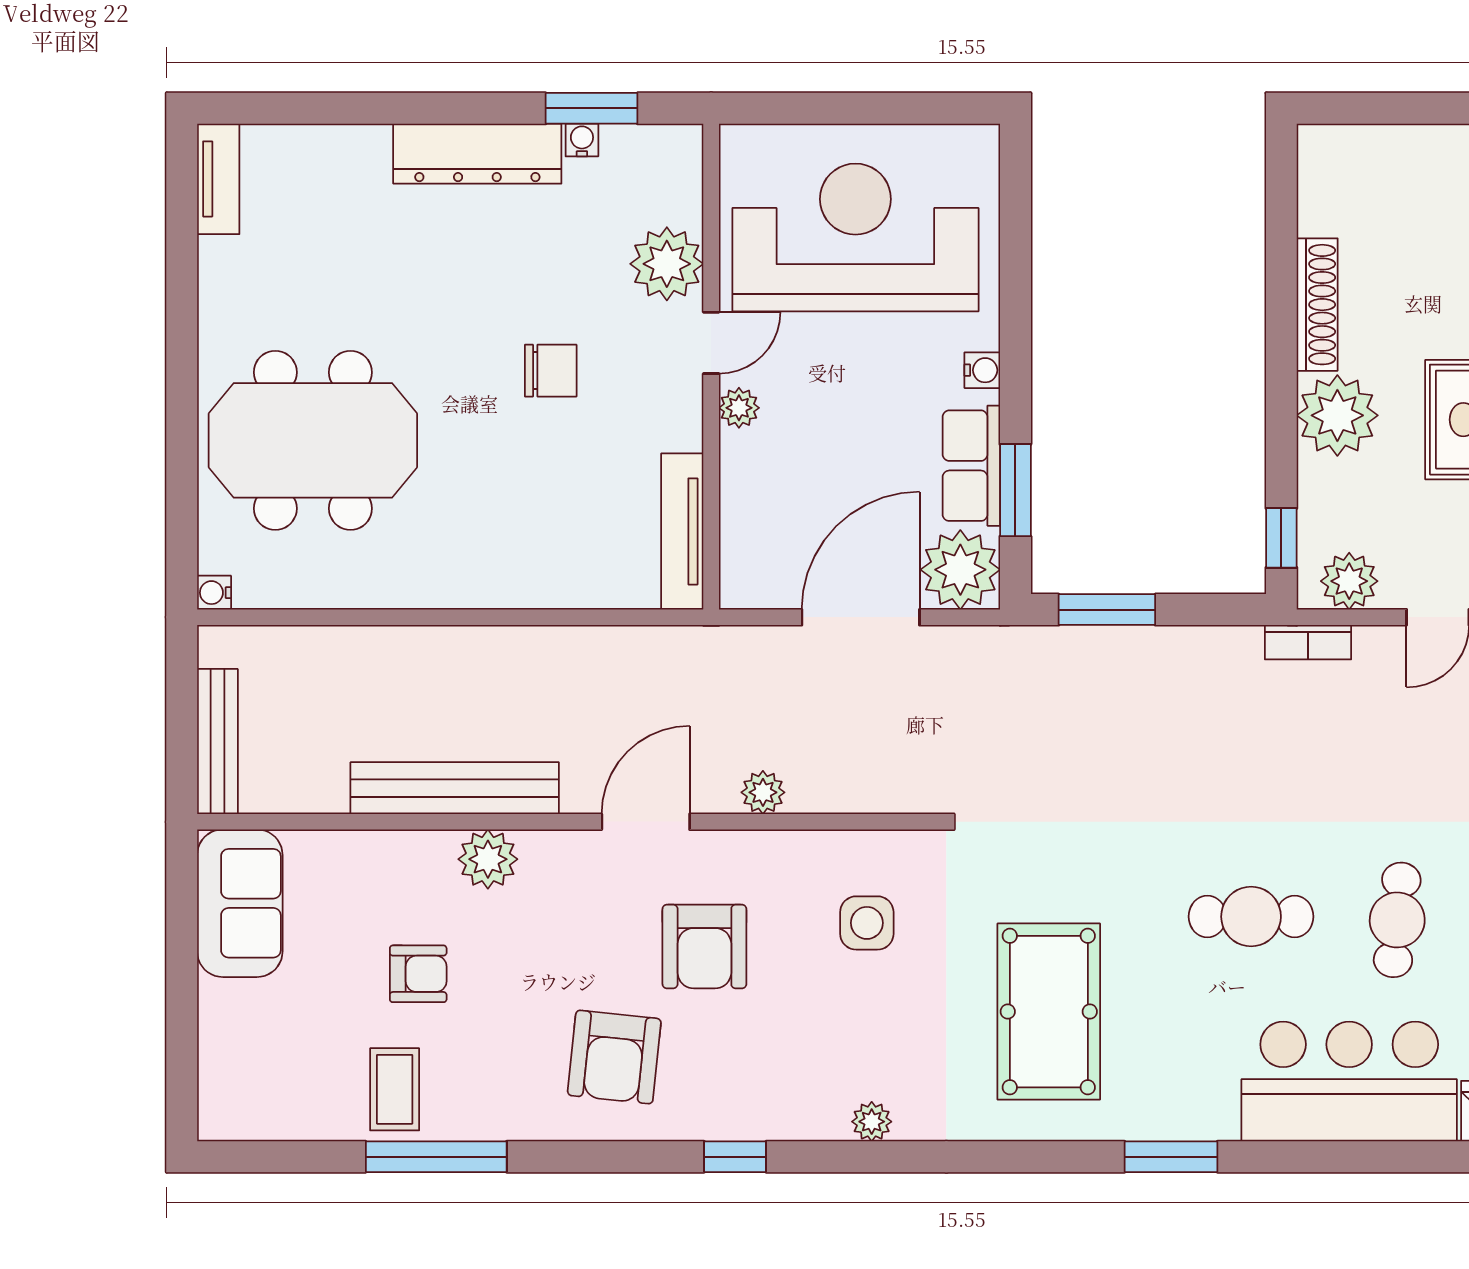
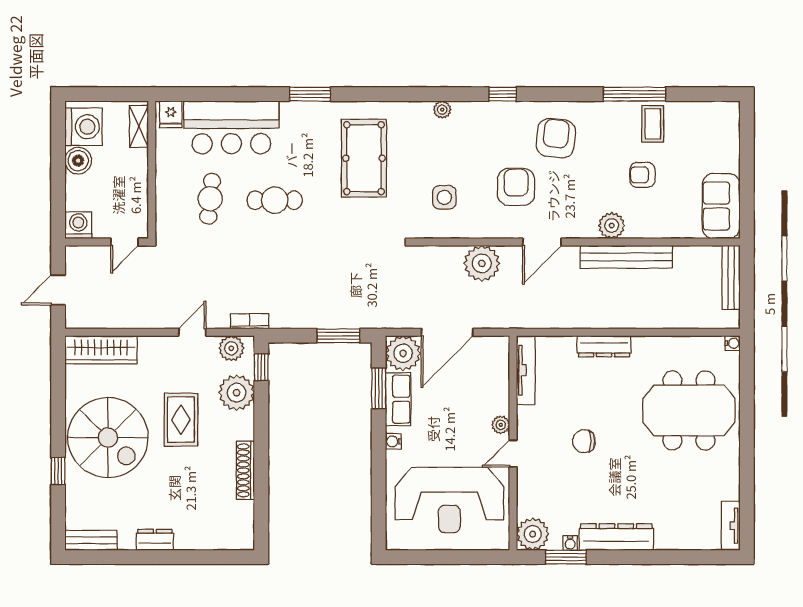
plant: (667, 264) -> (533, 534), moved
plant: (1337, 415) -> (237, 393), moved
dresser: (505, 586) -> (604, 346), added
plant: (763, 792) -> (482, 263), width x1.87, depth x1.87

